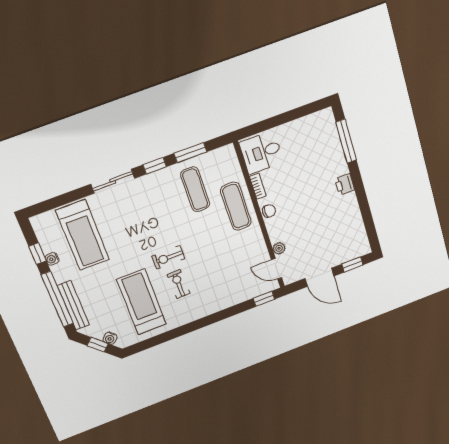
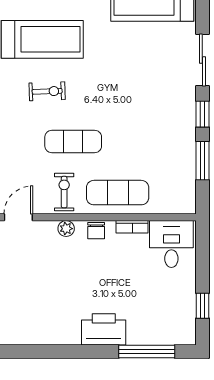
window: (300, 112) -> (202, 306), added
printer: (345, 184) -> (104, 329), width x1.87, depth x1.48
exercise mat: (195, 189) -> (73, 142), moved
plant: (279, 248) -> (66, 229), moved
exercise bike: (168, 257) -> (64, 192), moved

